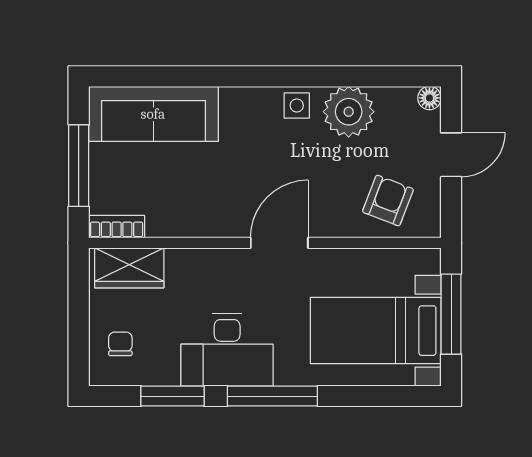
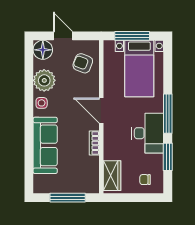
floor lamp: (429, 98) -> (43, 50), width x1.89, depth x1.89
sofa: (153, 114) -> (45, 145), moved
bookcase: (117, 227) -> (94, 143), moved

